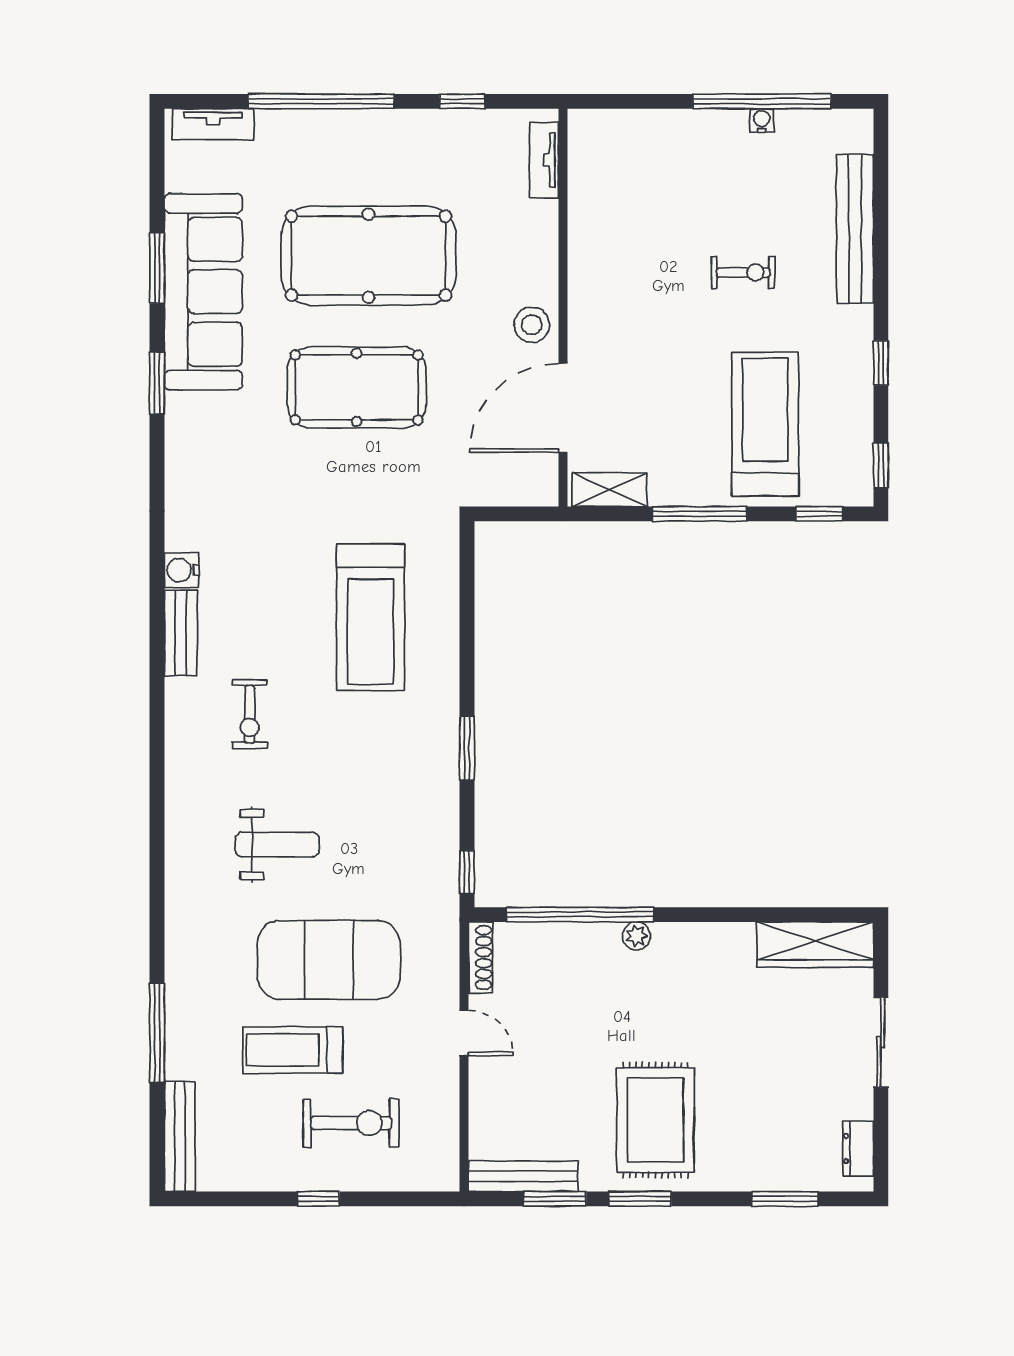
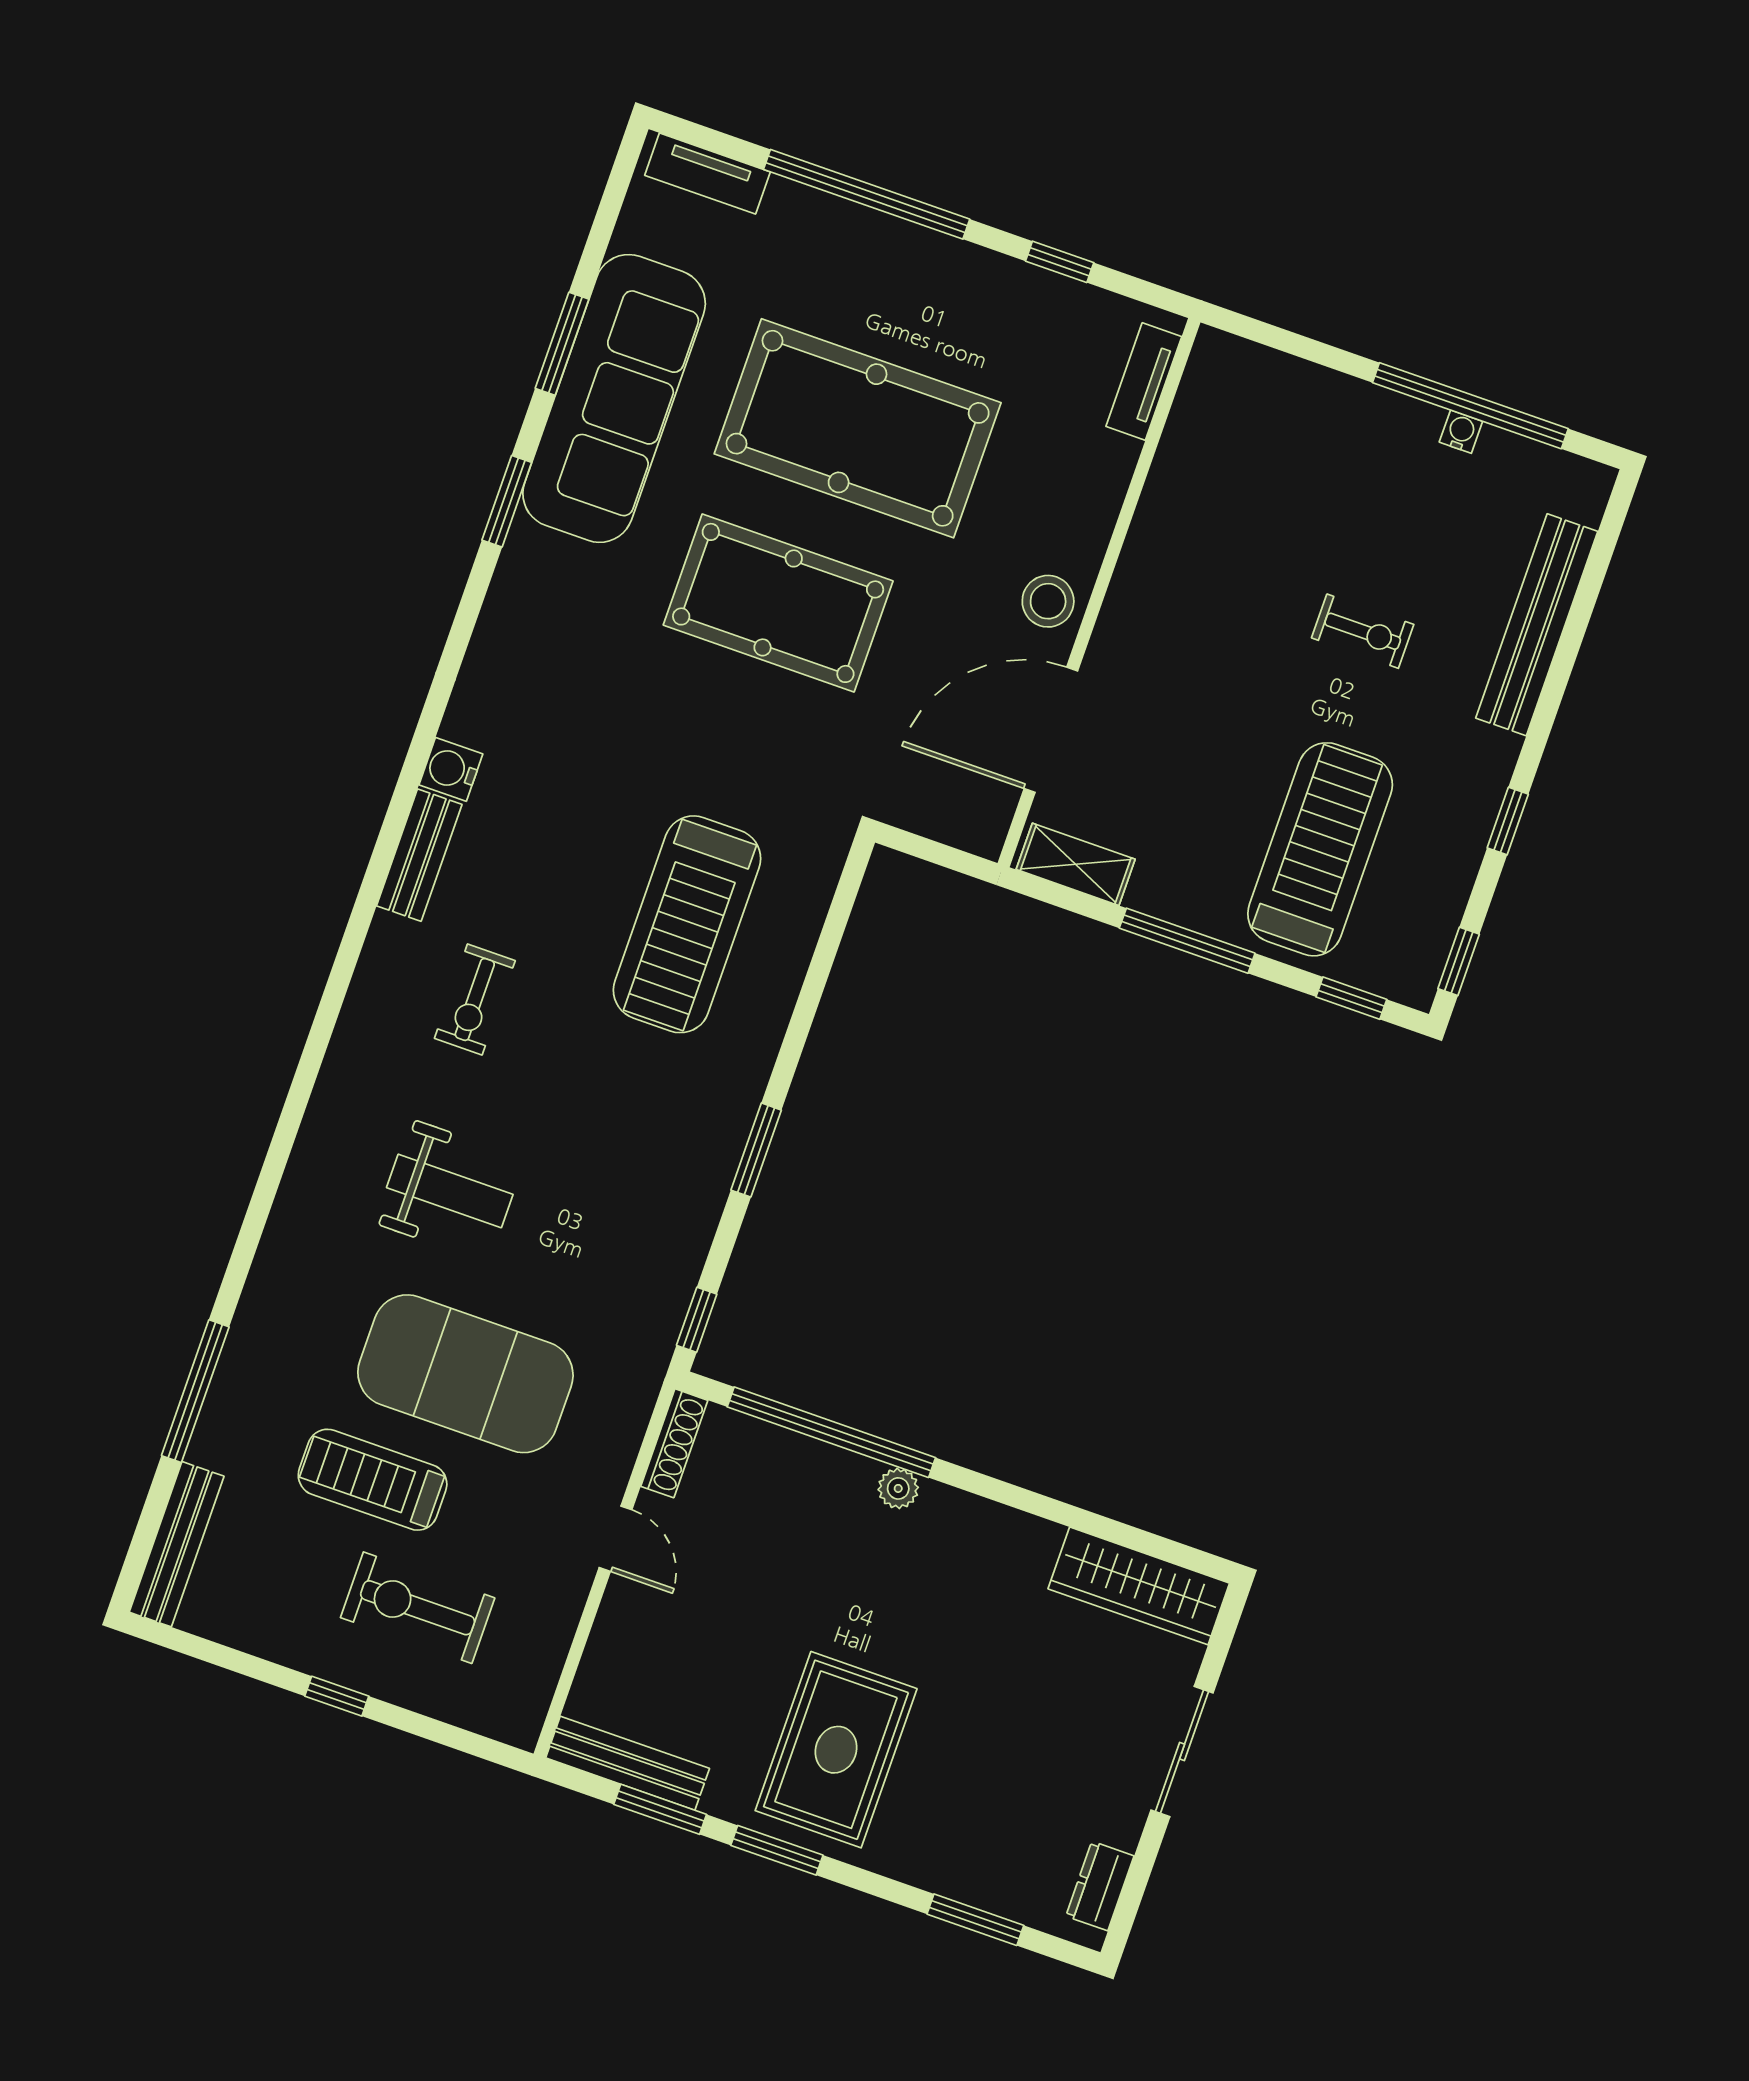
exercise bike: (351, 1123) -> (418, 1608), turned 180

